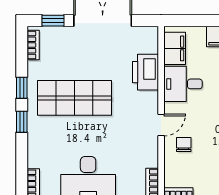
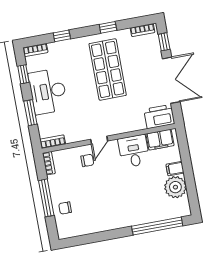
printer: (145, 72) -> (159, 117), moved
window: (22, 122) -> (62, 36), moved
door: (161, 125) -> (99, 140), hinge flipped

